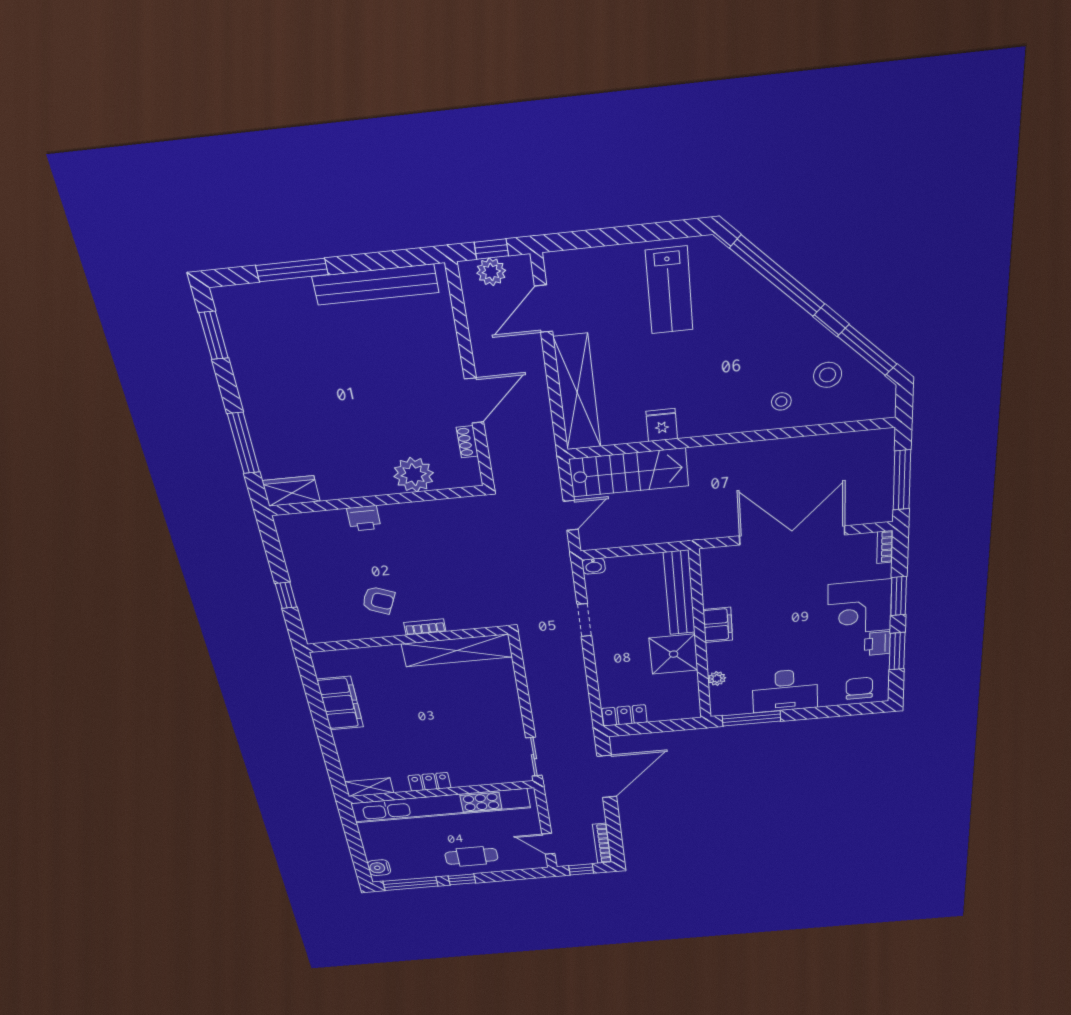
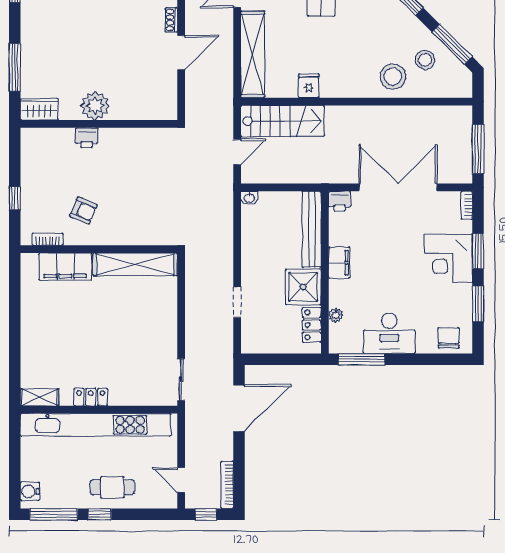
stool: (781, 401) -> (393, 77), width x1.89, depth x1.89
shoe rack: (467, 442) -> (171, 20), moved
plant: (414, 475) -> (95, 106), moved
doorway: (584, 620) -> (237, 302), moved
bookcase: (425, 627) -> (48, 239), moved
printer: (877, 643) -> (339, 201), moved, turned -90
filing cabinet: (340, 703) -> (65, 266), moved, turned 90
locker: (624, 715) -> (312, 325), moved, turned -90

